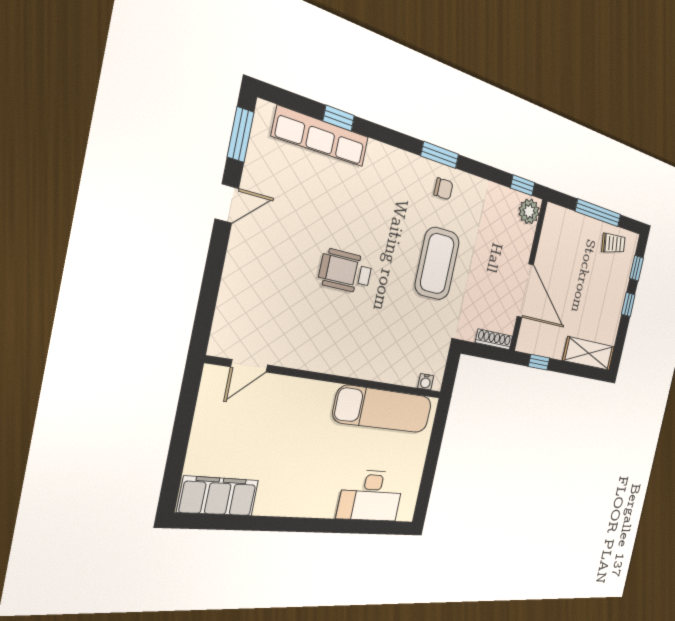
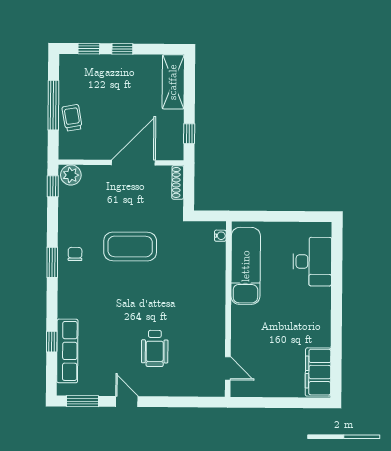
trolley: (613, 243) -> (72, 118), moved
wheelchair: (346, 271) -> (155, 348), moved

